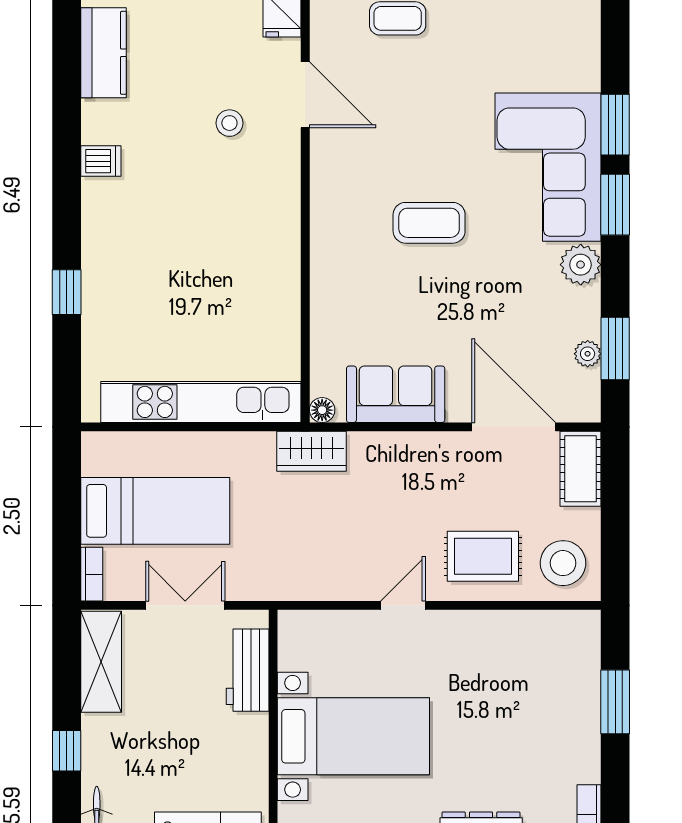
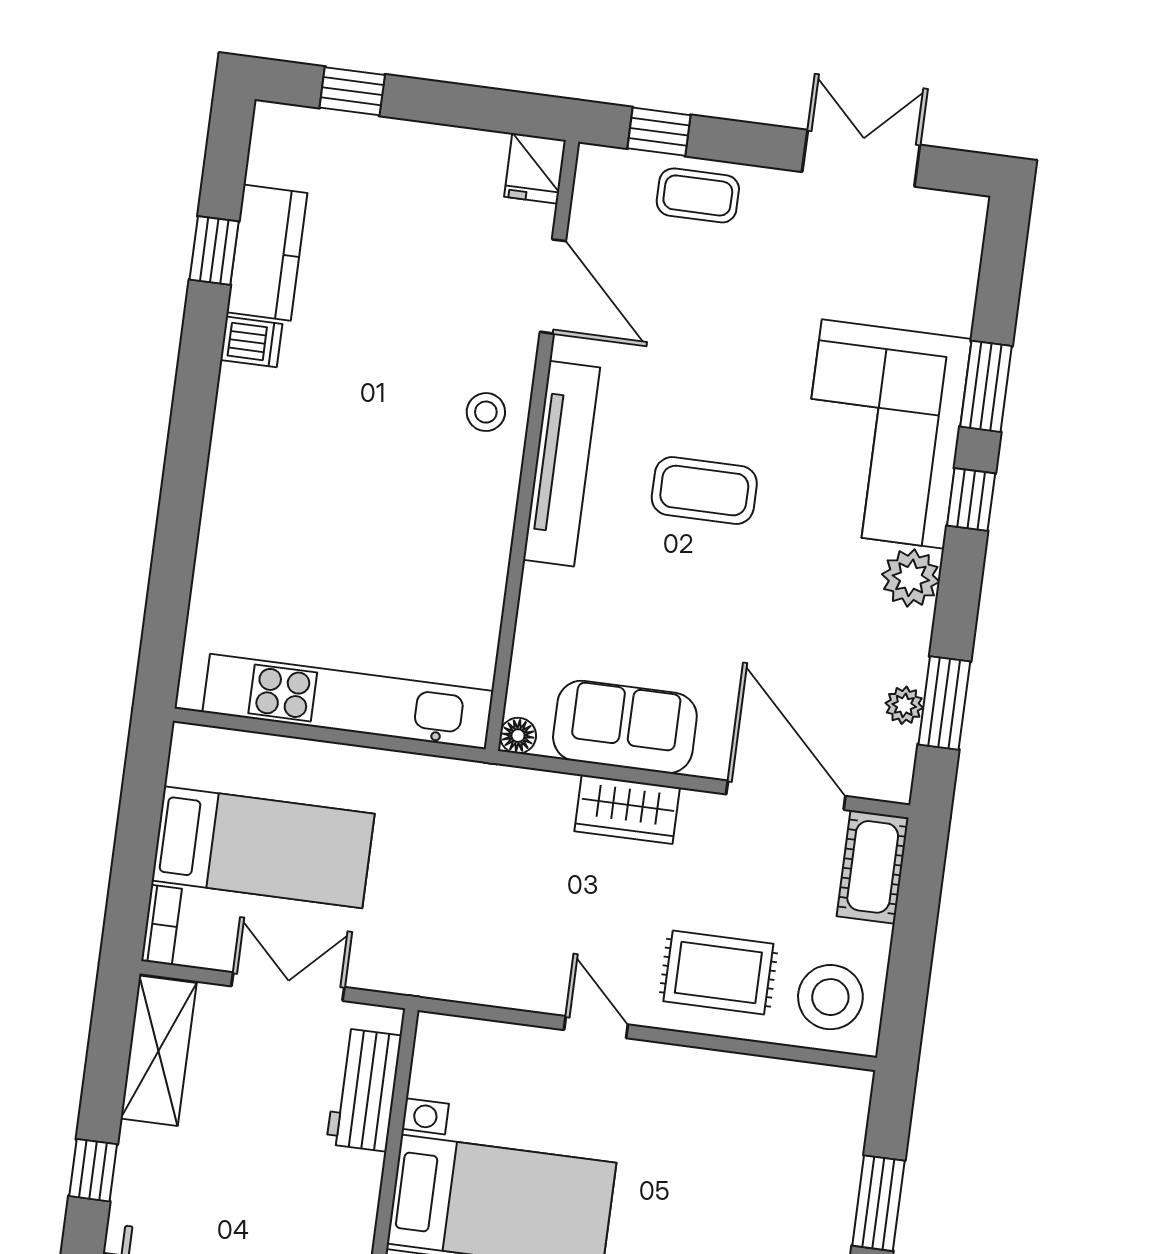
kitchen counter: (104, 53) -> (267, 253), moved
stool: (229, 123) -> (486, 412), moved
window: (615, 205) -> (971, 500), width x0.67
tv unit: (328, 217) -> (562, 464), added
window: (67, 292) -> (214, 251), moved
wardrobe: (312, 451) -> (627, 809), moved
door: (403, 605) -> (596, 1027), hinge flipped

